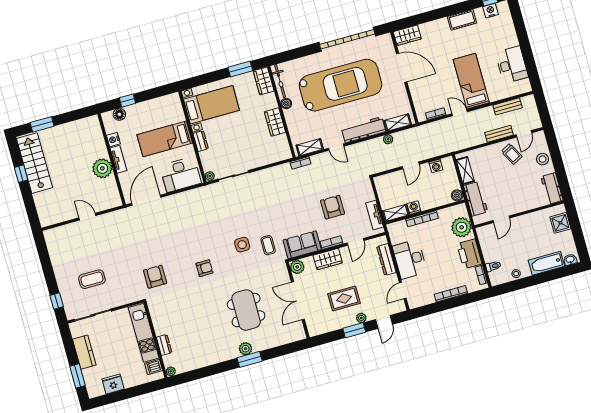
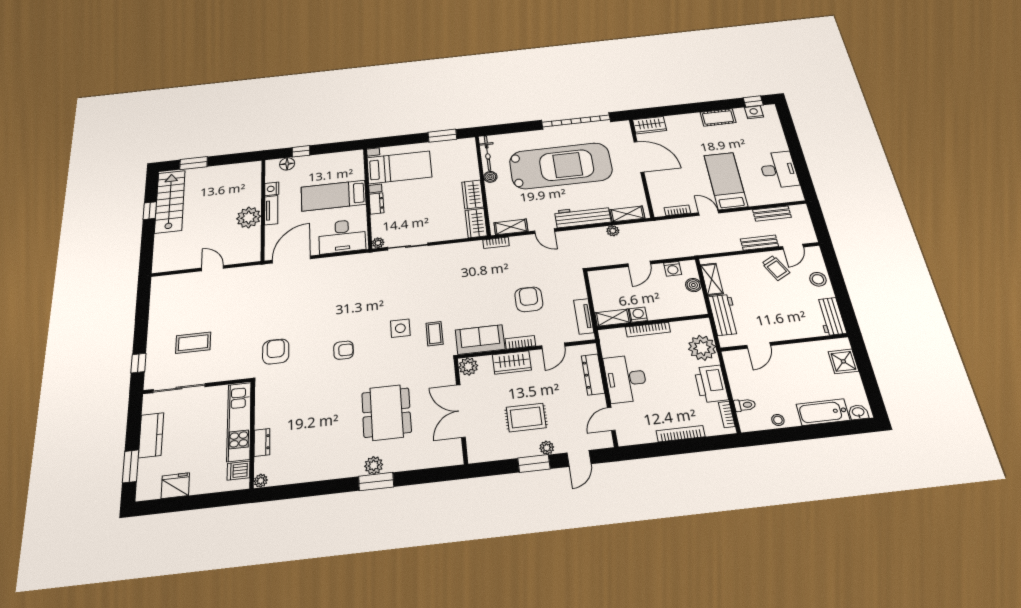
wardrobe: (264, 81) -> (476, 223), moved
boiler: (457, 195) -> (693, 285), moved

